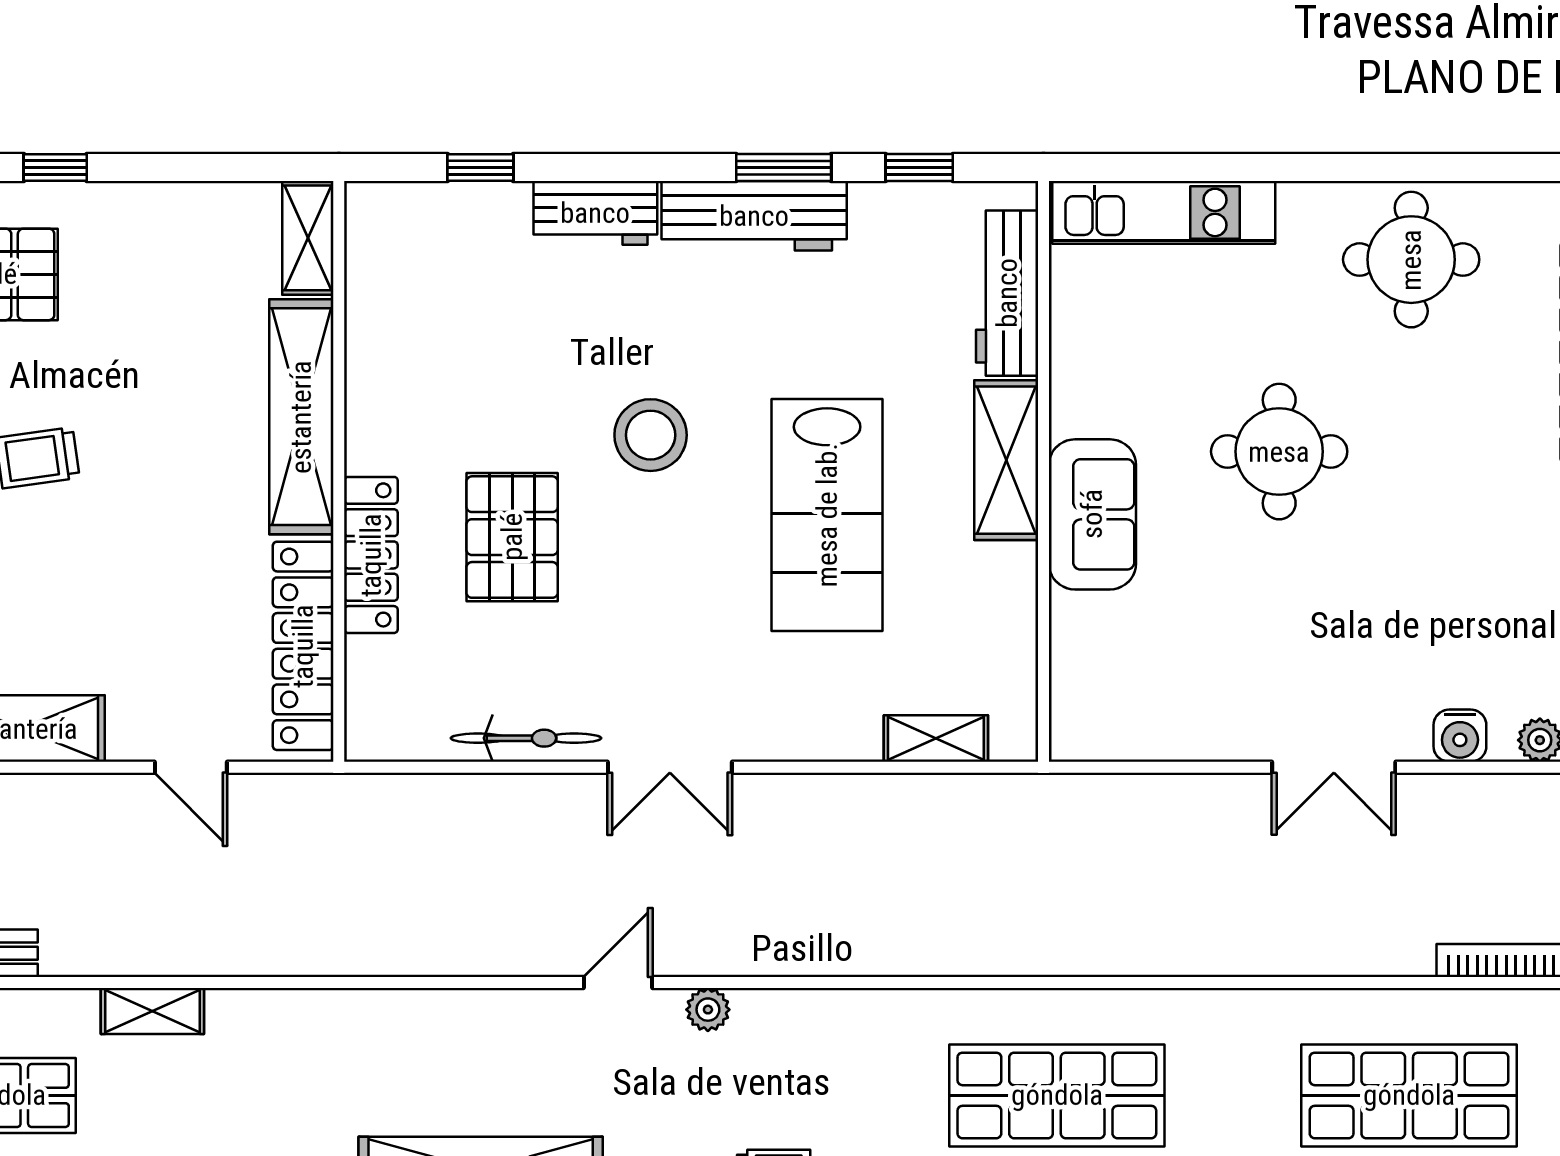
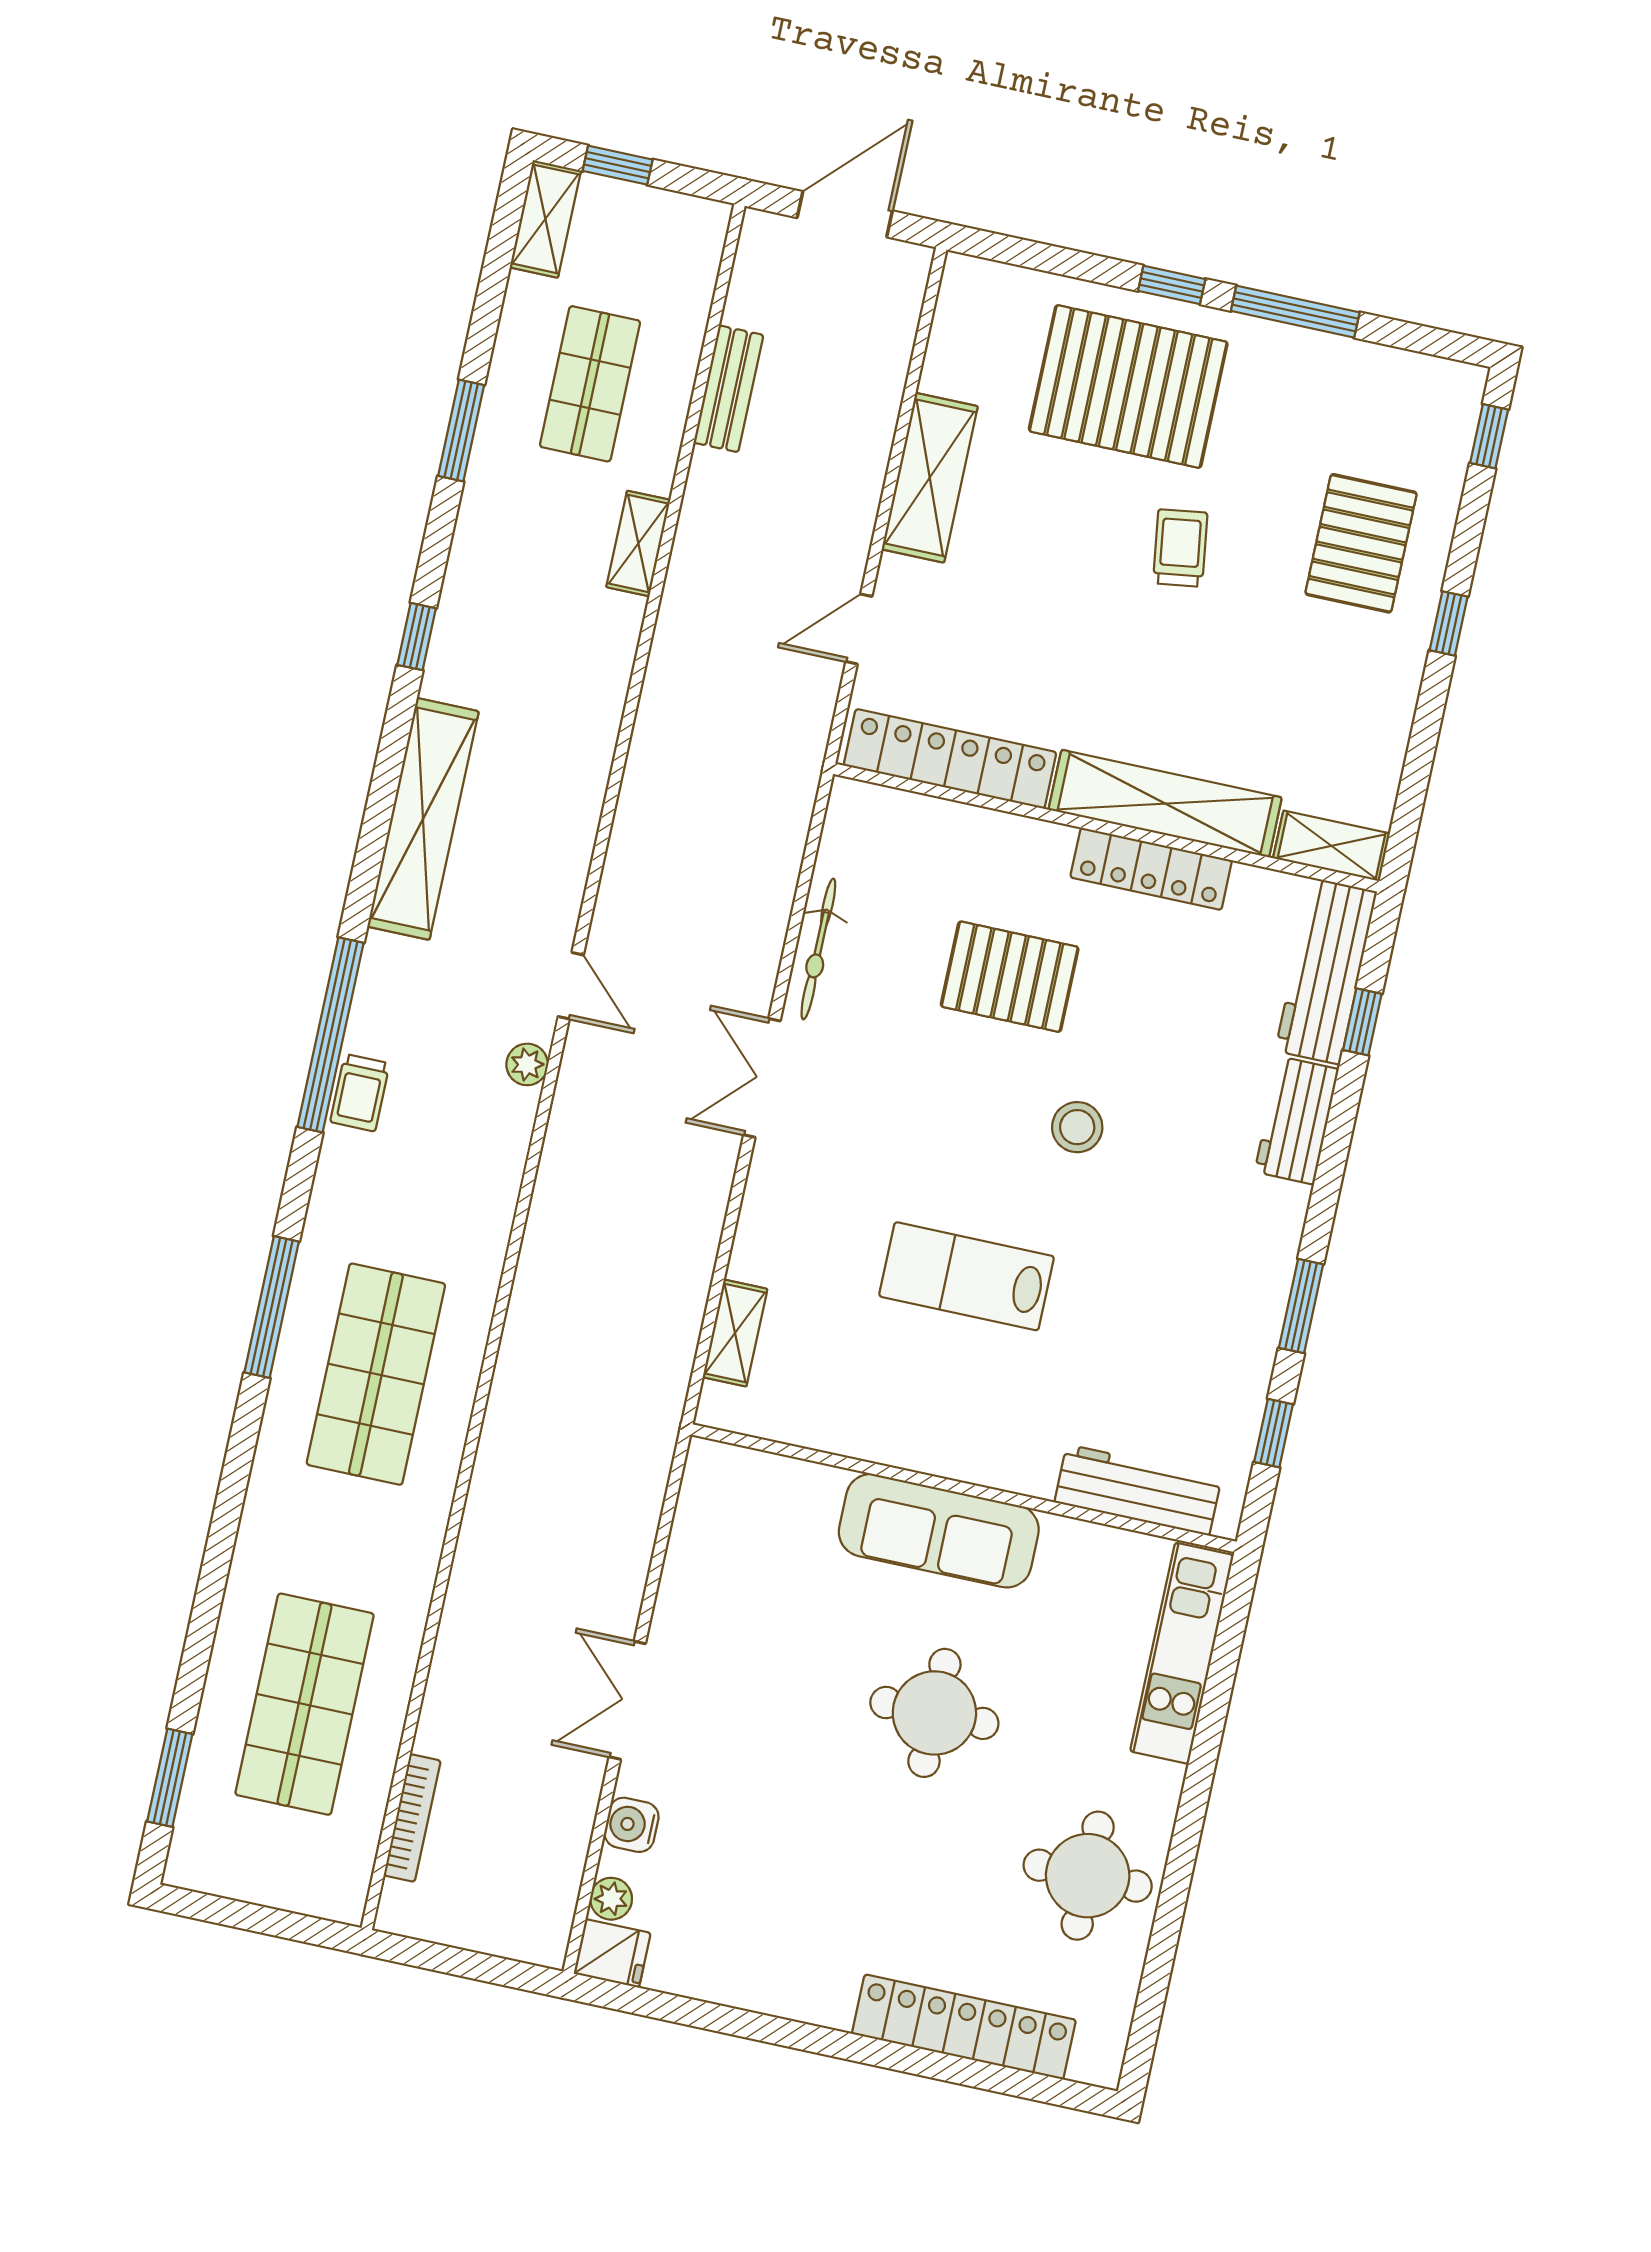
workbench: (754, 216) -> (1326, 971), moved
stool: (651, 435) -> (1077, 1127), width x0.73, depth x0.73
shelving: (1006, 460) -> (982, 1455), removed
sofa: (1092, 514) -> (939, 1531), width x1.36
lab bench: (827, 515) -> (966, 1276), width x0.73, depth x0.72
locker: (371, 555) -> (1151, 869), moved

